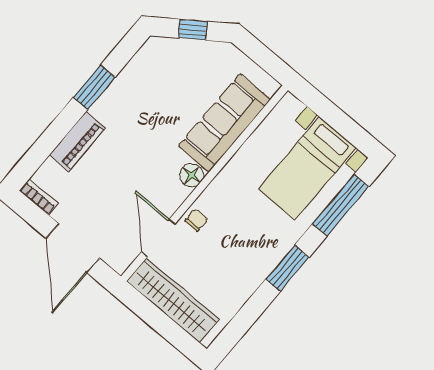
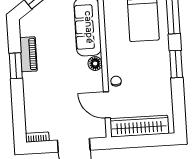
piano: (77, 141) -> (28, 54), moved

